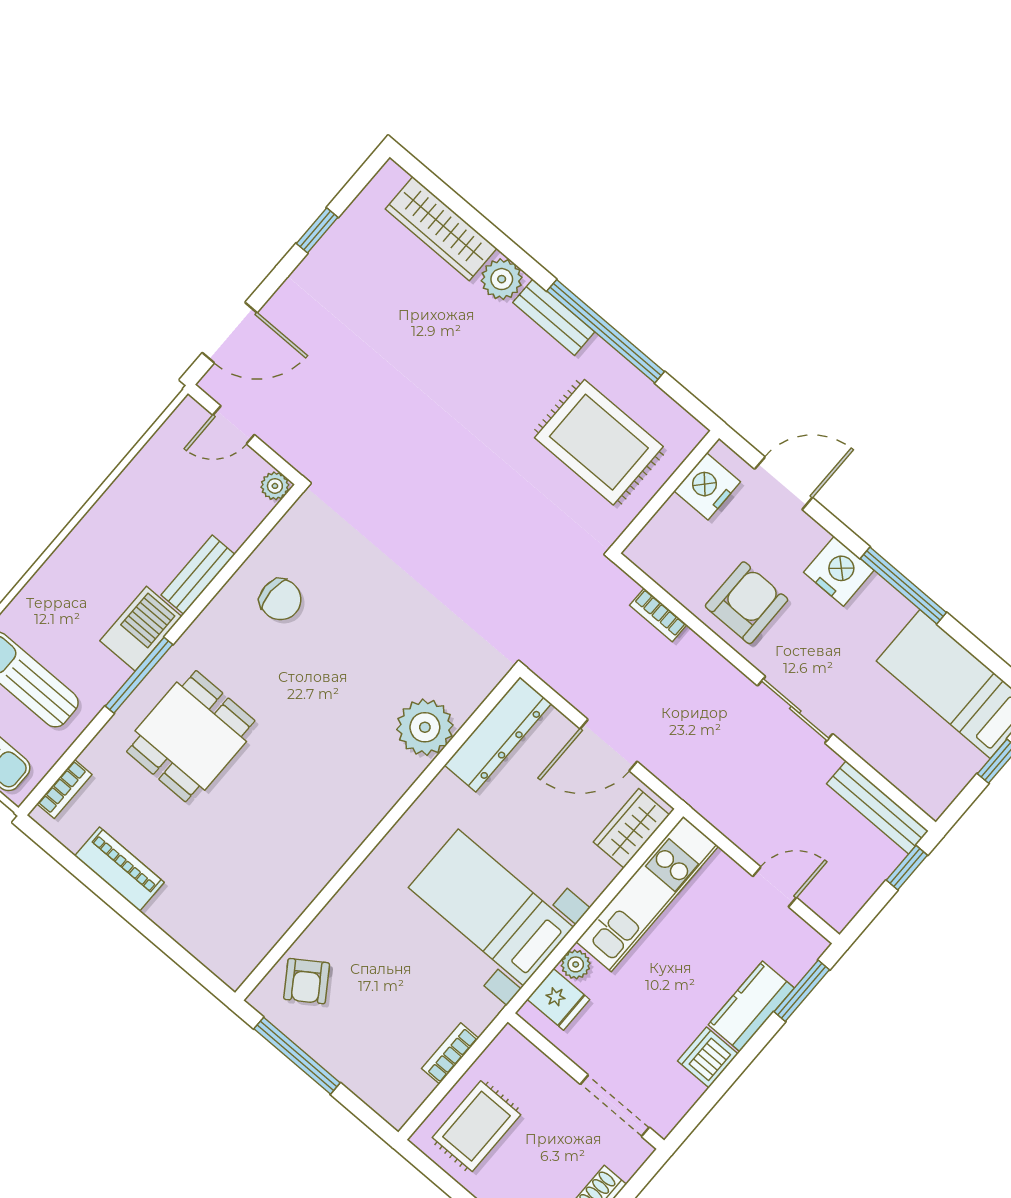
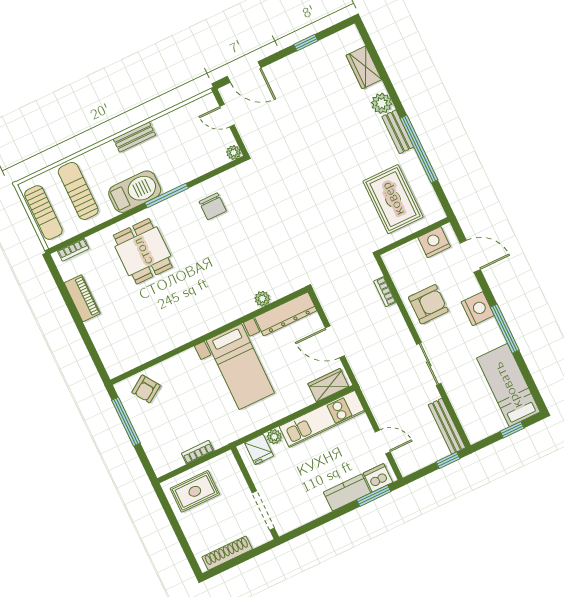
wardrobe: (441, 229) -> (364, 67), width x0.67
bench: (198, 575) -> (134, 137), moved
barbecue: (141, 629) -> (135, 192), width x1.37, depth x1.21
window: (139, 675) -> (167, 196), moved
plant: (425, 727) -> (262, 299), width x0.53, depth x0.53
dining table: (191, 736) -> (143, 251), turned 90
bed with nightstands: (491, 907) -> (240, 367), moved, turned 180
dishwasher: (708, 1057) -> (378, 478), moved

